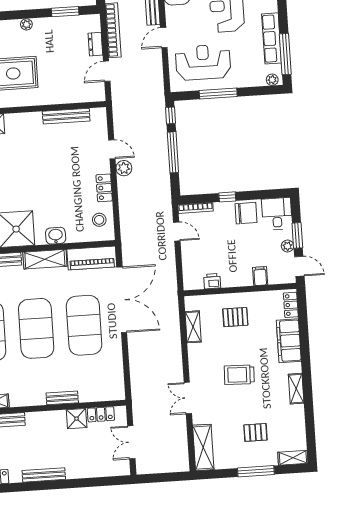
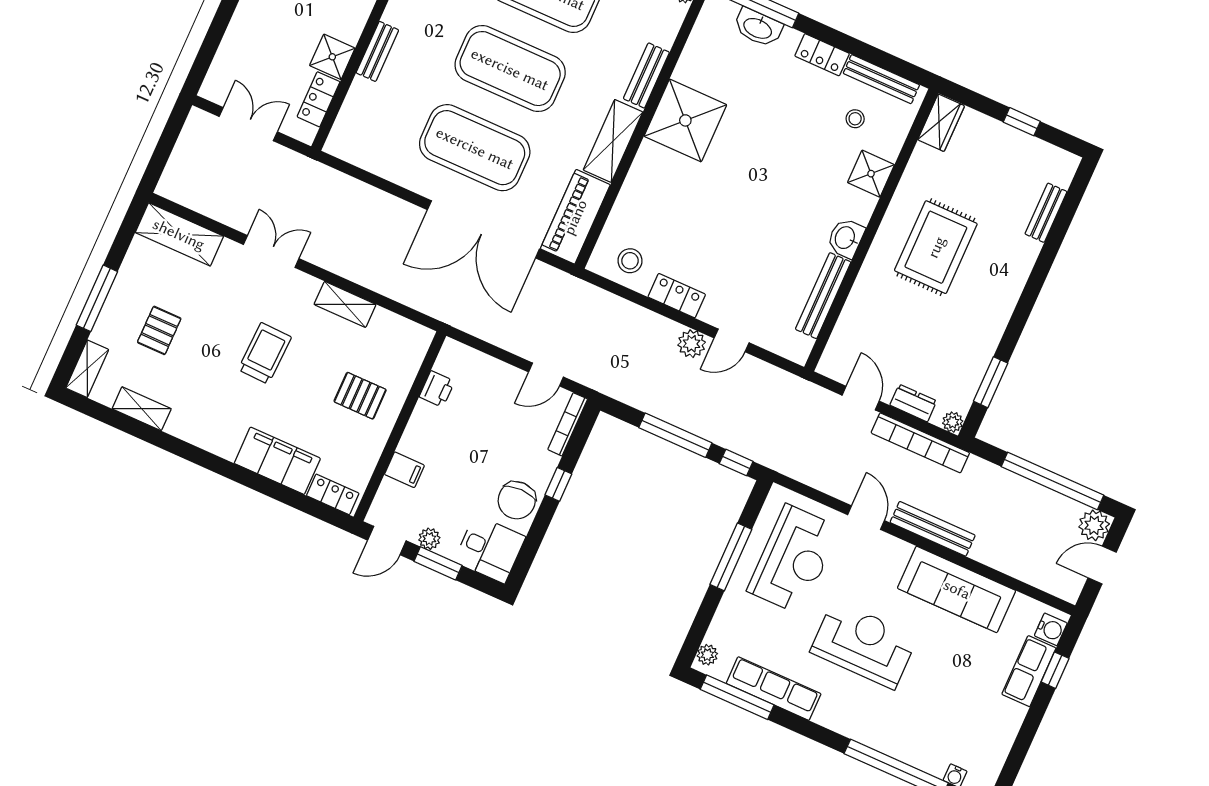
plant: (26, 24) -> (953, 422), moved
washbasin: (56, 236) -> (846, 238), moved, turned 180
pallet: (235, 317) -> (360, 396), turned 90
shelving: (193, 327) -> (345, 304), moved
shelving: (296, 389) -> (142, 409), moved

